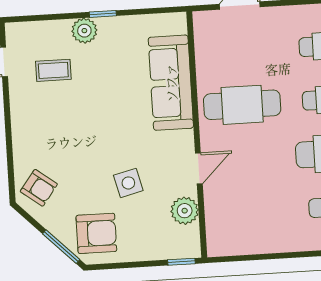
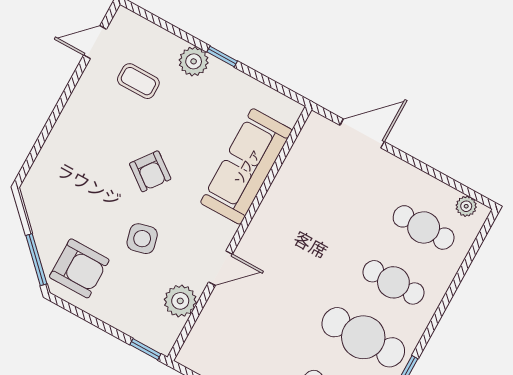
cafe table: (242, 105) -> (303, 233), removed
armchair: (39, 188) -> (150, 171), moved

